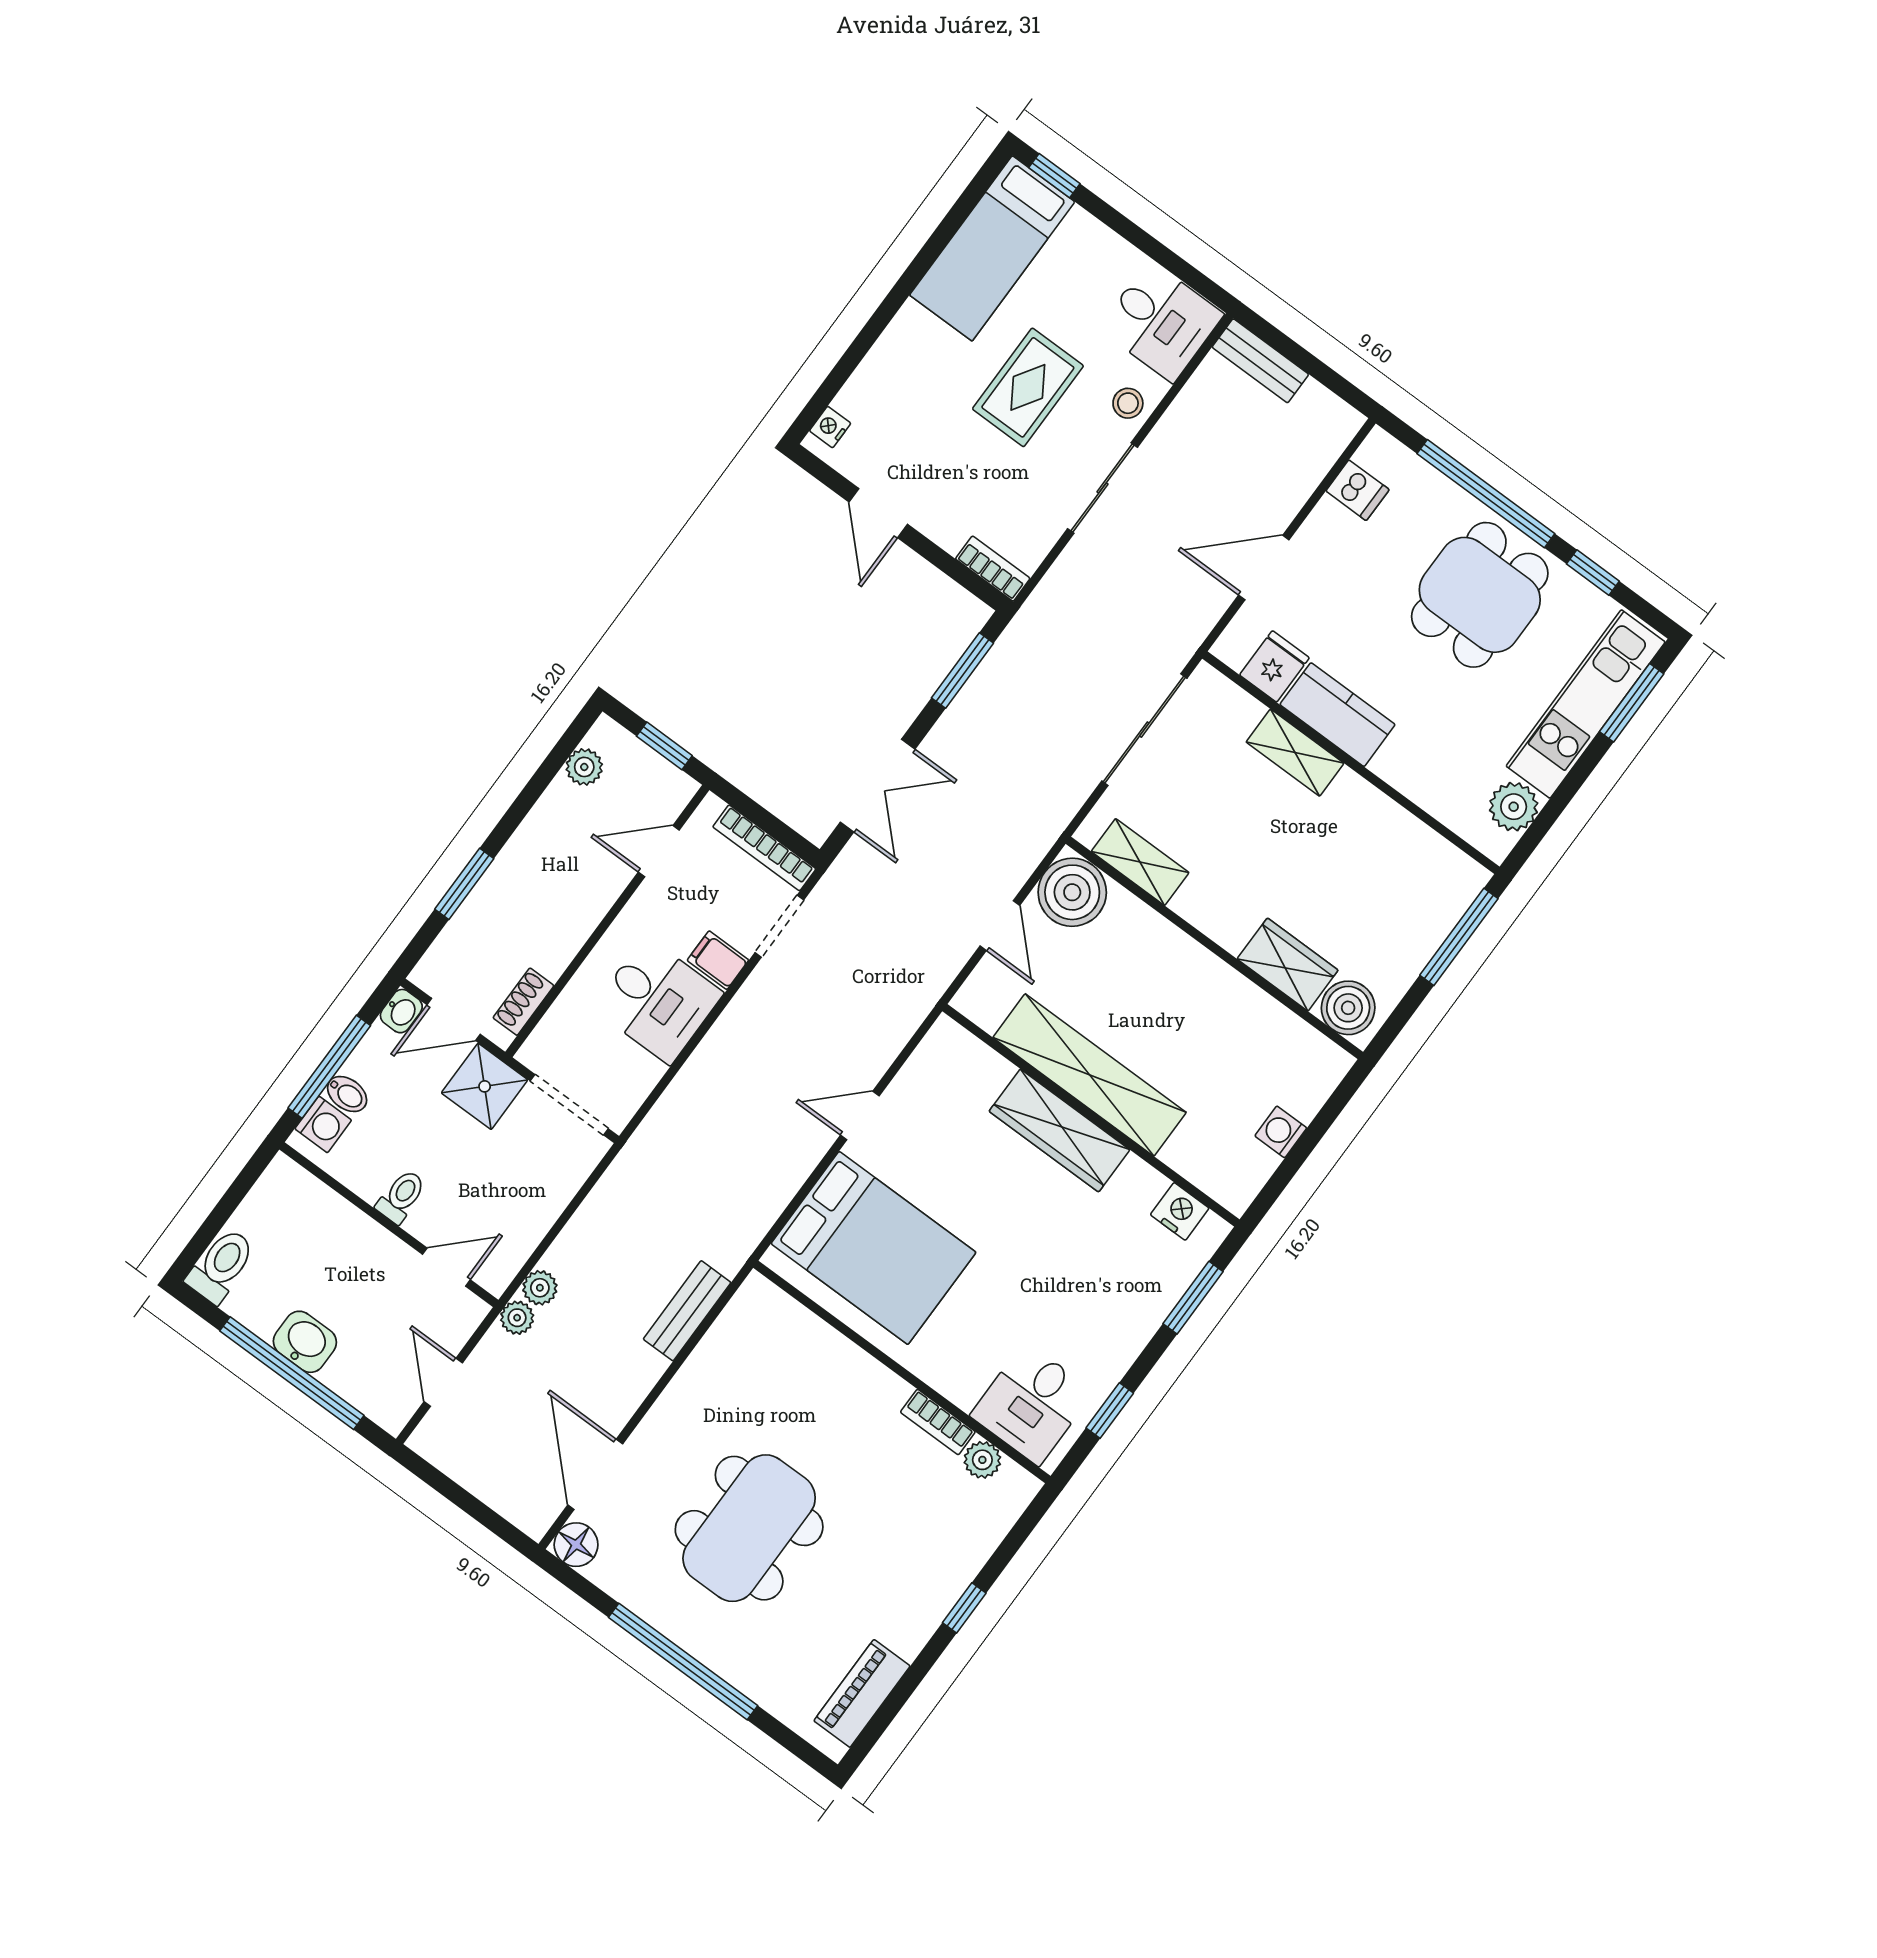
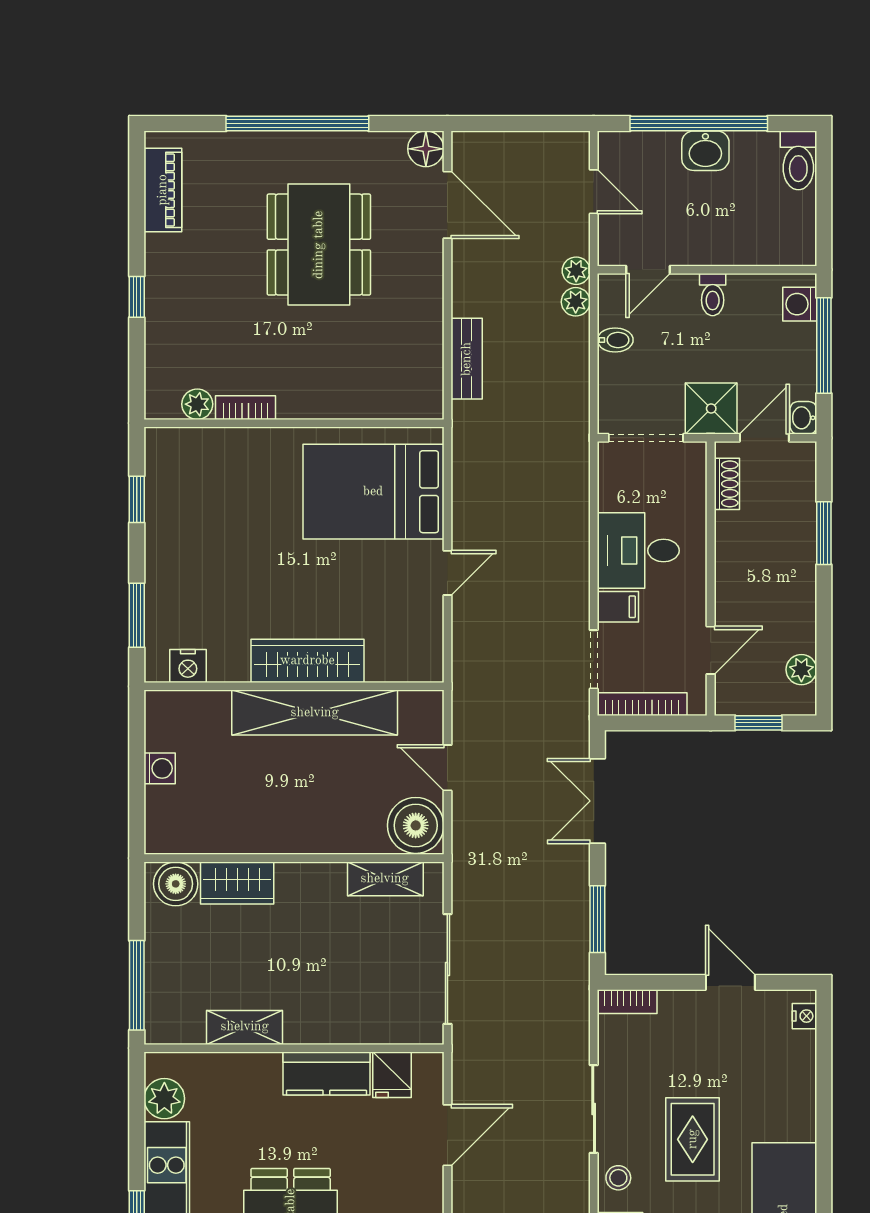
shelving: (1295, 753) -> (245, 1027), moved
bidet: (347, 1094) -> (615, 340), moved, turned 180
desk: (1032, 1404) -> (192, 466), removed

